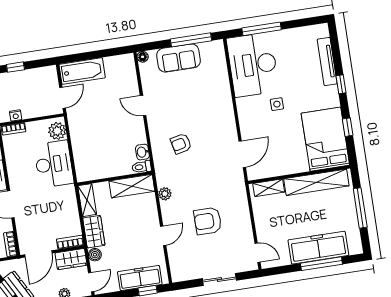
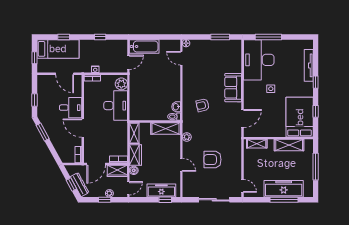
window: (191, 40) -> (220, 37), width x0.69
sofa: (178, 58) -> (233, 88), moved, turned 90
door: (143, 105) -> (181, 58), moved
shelving: (316, 182) -> (289, 145), width x0.68
door: (163, 236) -> (181, 165), hinge flipped
sliding door: (219, 279) -> (214, 200), width x1.37

